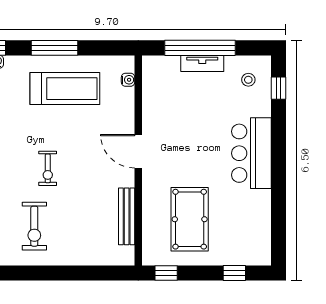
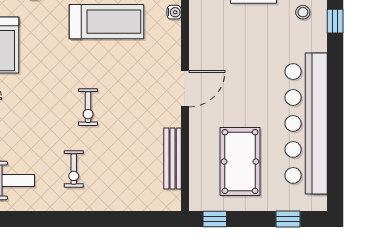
door: (138, 151) -> (185, 89), swing flipped
bar counter: (251, 153) -> (306, 123), width x1.86
exercise bike: (34, 226) -> (74, 169), width x0.73, depth x0.72

